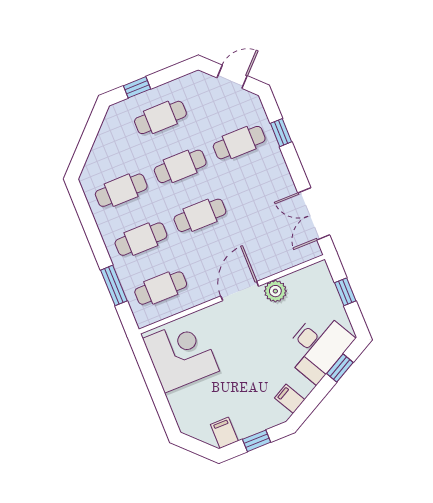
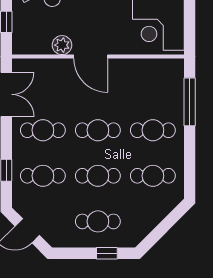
window: (114, 285) -> (190, 102), width x1.44
cafe table: (161, 288) -> (43, 130), moved
door: (240, 291) -> (91, 57), hinge flipped

